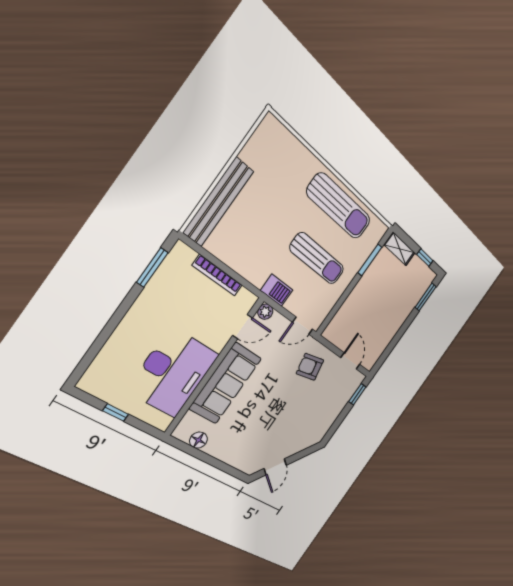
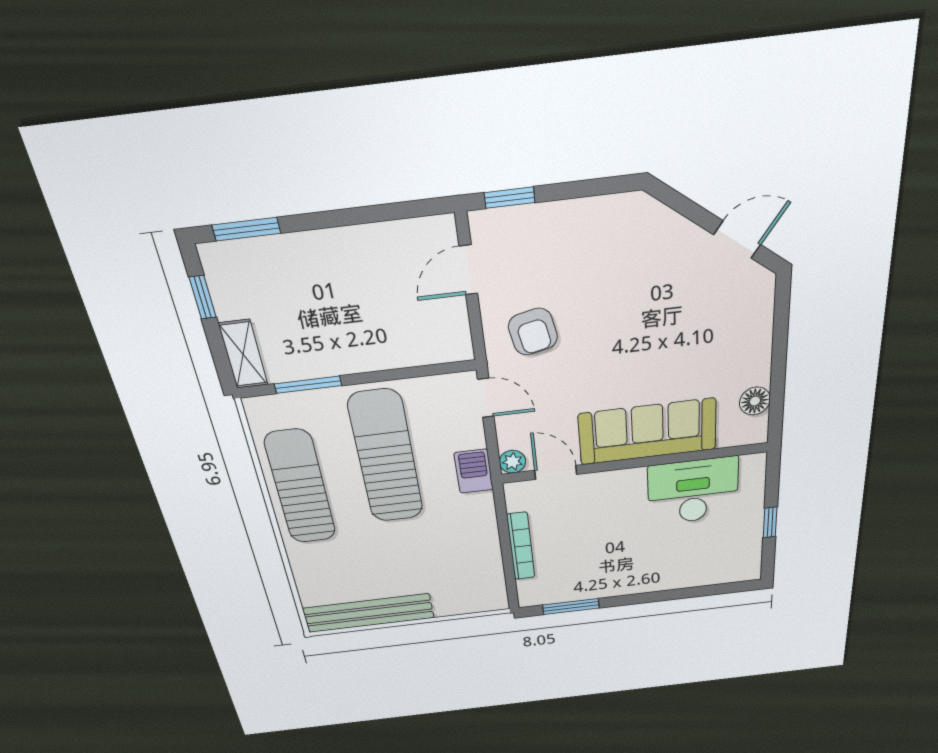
bench: (218, 202) -> (369, 613), moved
sun lounger: (317, 259) -> (386, 457), width x1.36, depth x1.34
desk: (173, 372) -> (693, 491), width x0.73, depth x0.77

